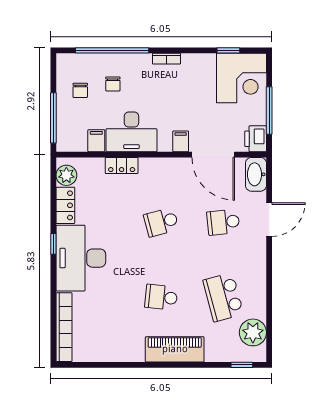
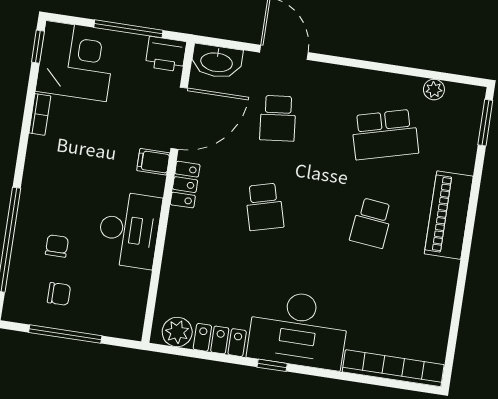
window: (228, 50) -> (38, 47), moved
bookcase: (167, 59) -> (40, 114), moved
chair: (113, 84) -> (57, 246), turned -90
window: (53, 118) -> (65, 334), moved
filing cabinet: (96, 141) -> (134, 282), removed
locker: (122, 165) -> (185, 185), moved
plant: (253, 332) -> (434, 90), width x0.53, depth x0.53
window: (242, 365) -> (485, 123), width x1.50

